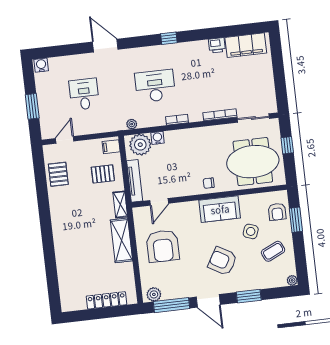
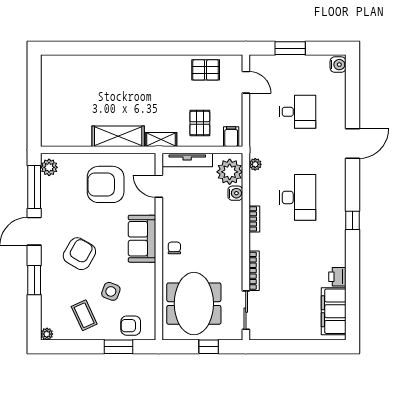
sofa: (220, 209) -> (142, 239), moved
locker: (106, 300) -> (49, 110), removed

